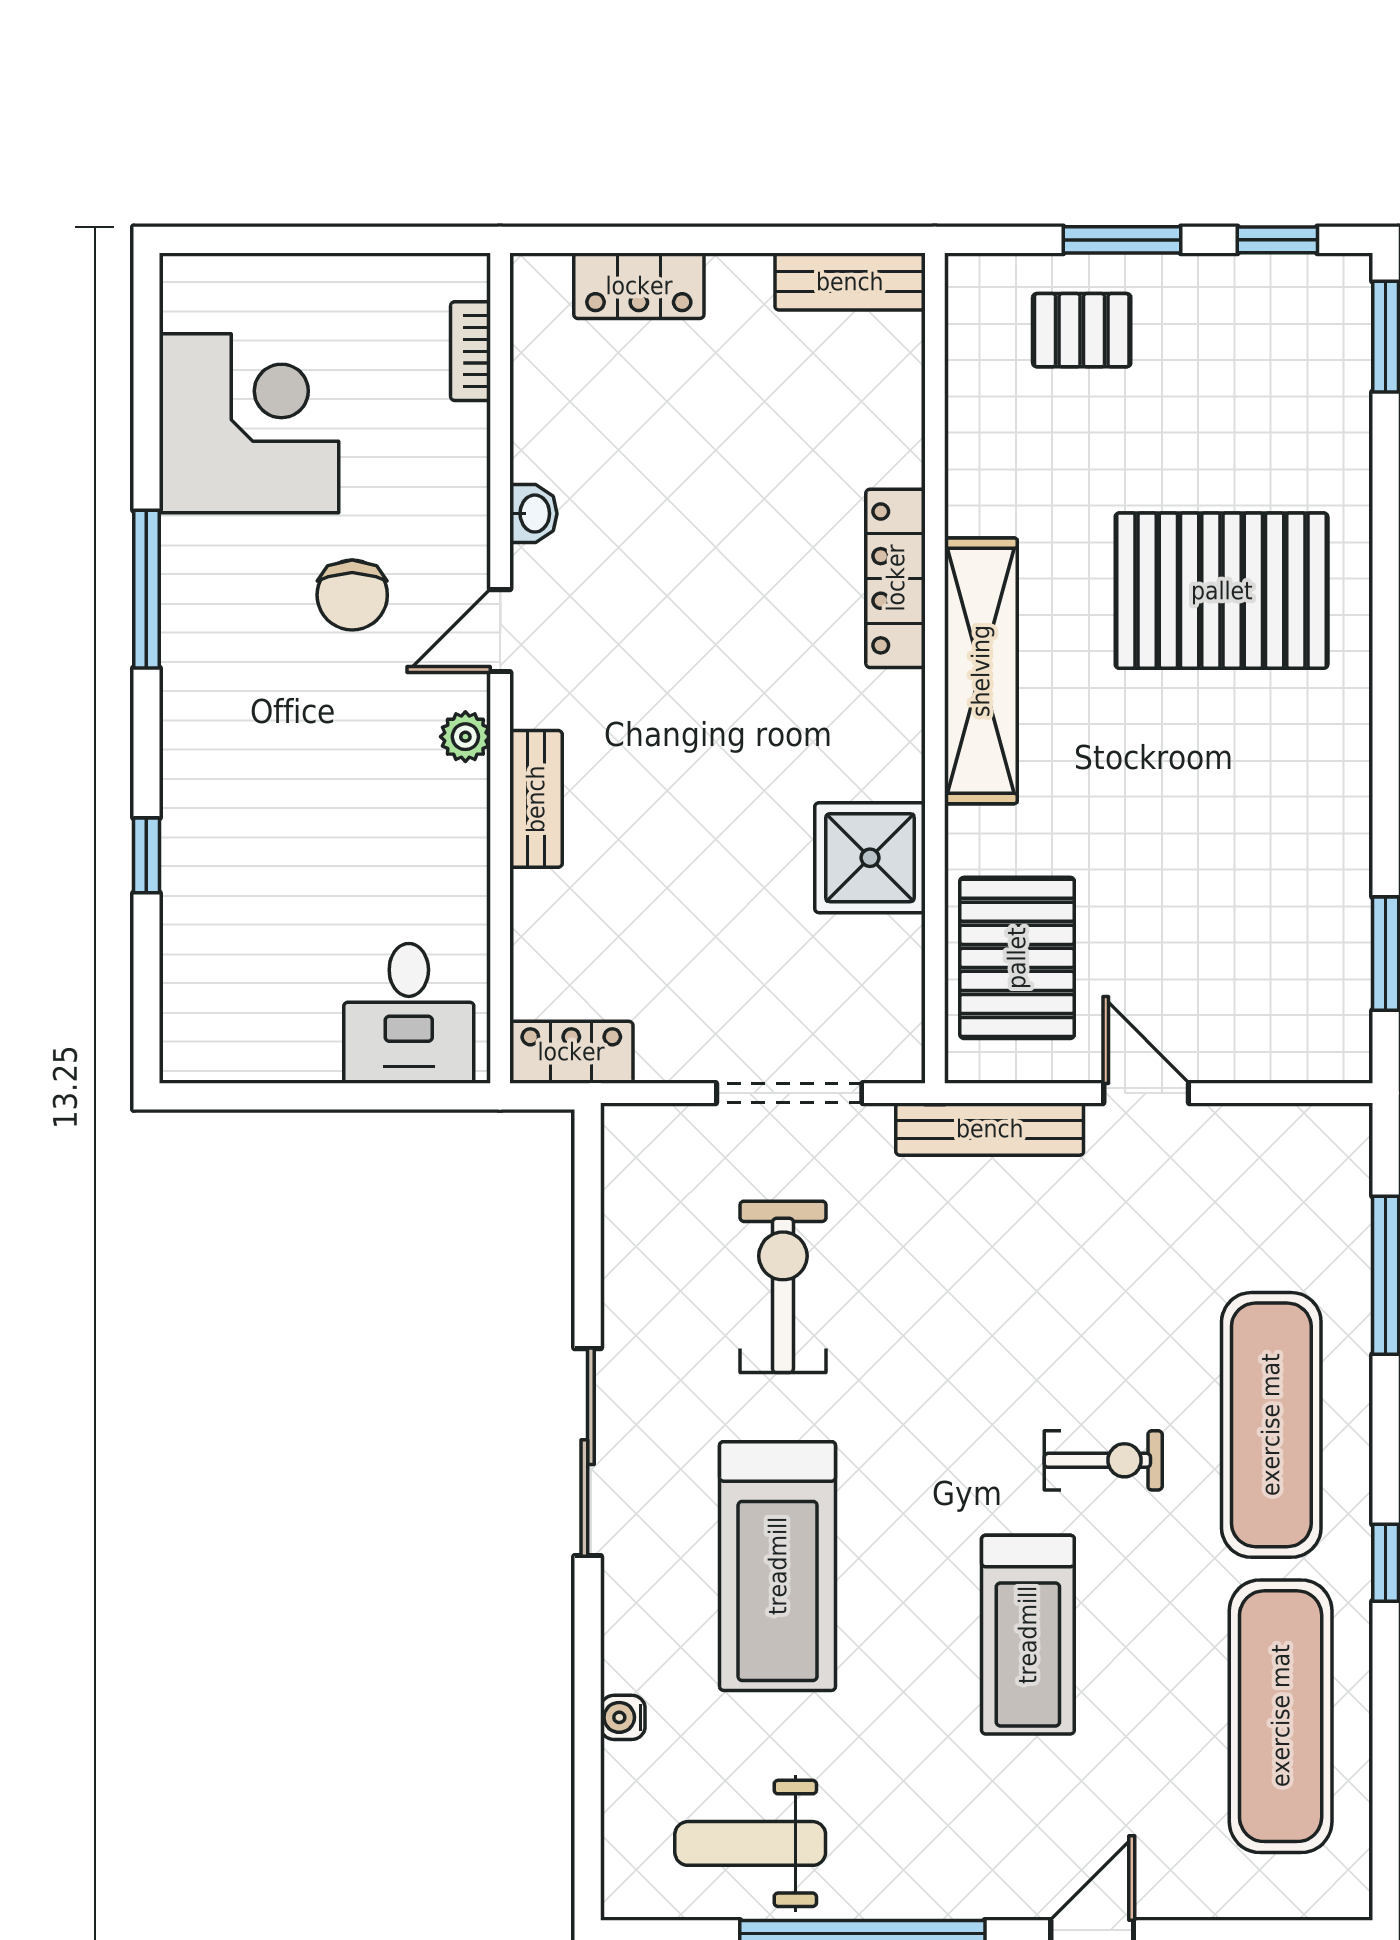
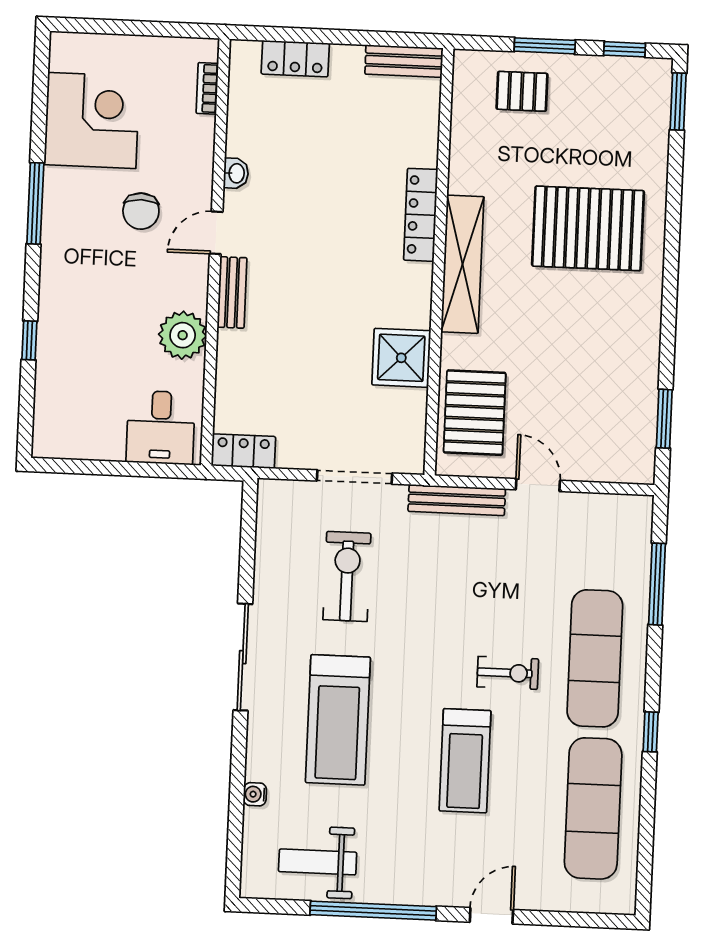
plant: (465, 737) -> (183, 335), moved, width x1.87, depth x1.87
bench: (536, 799) -> (232, 292), moved

